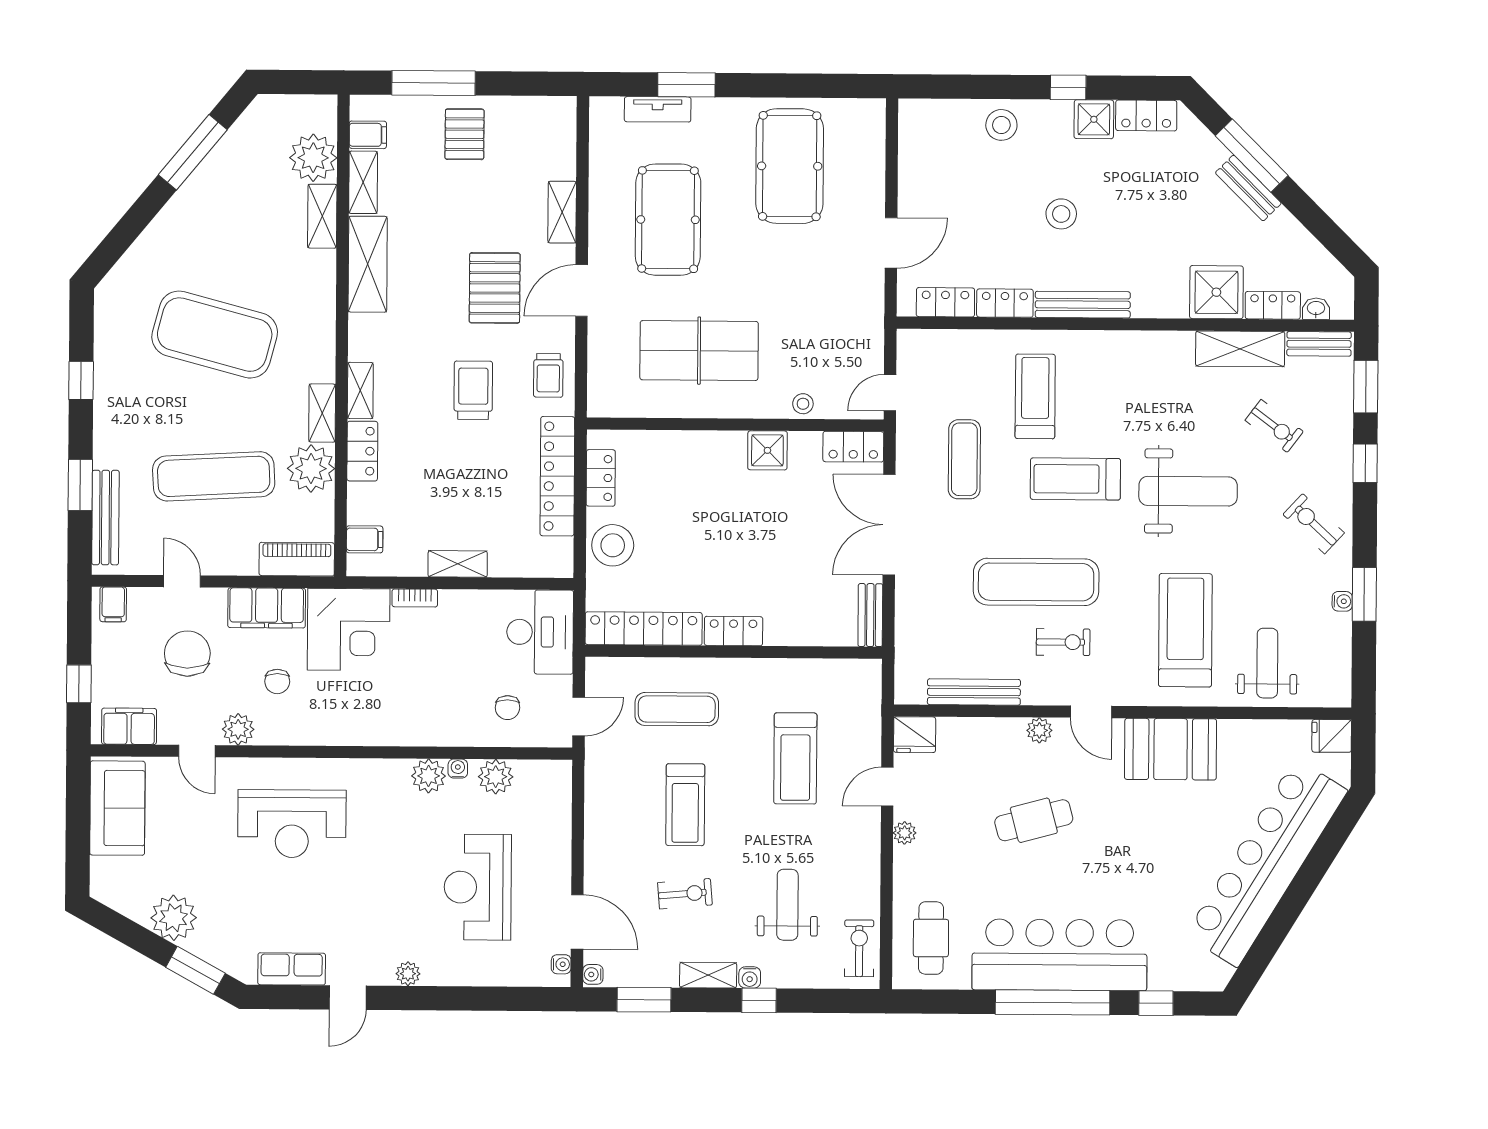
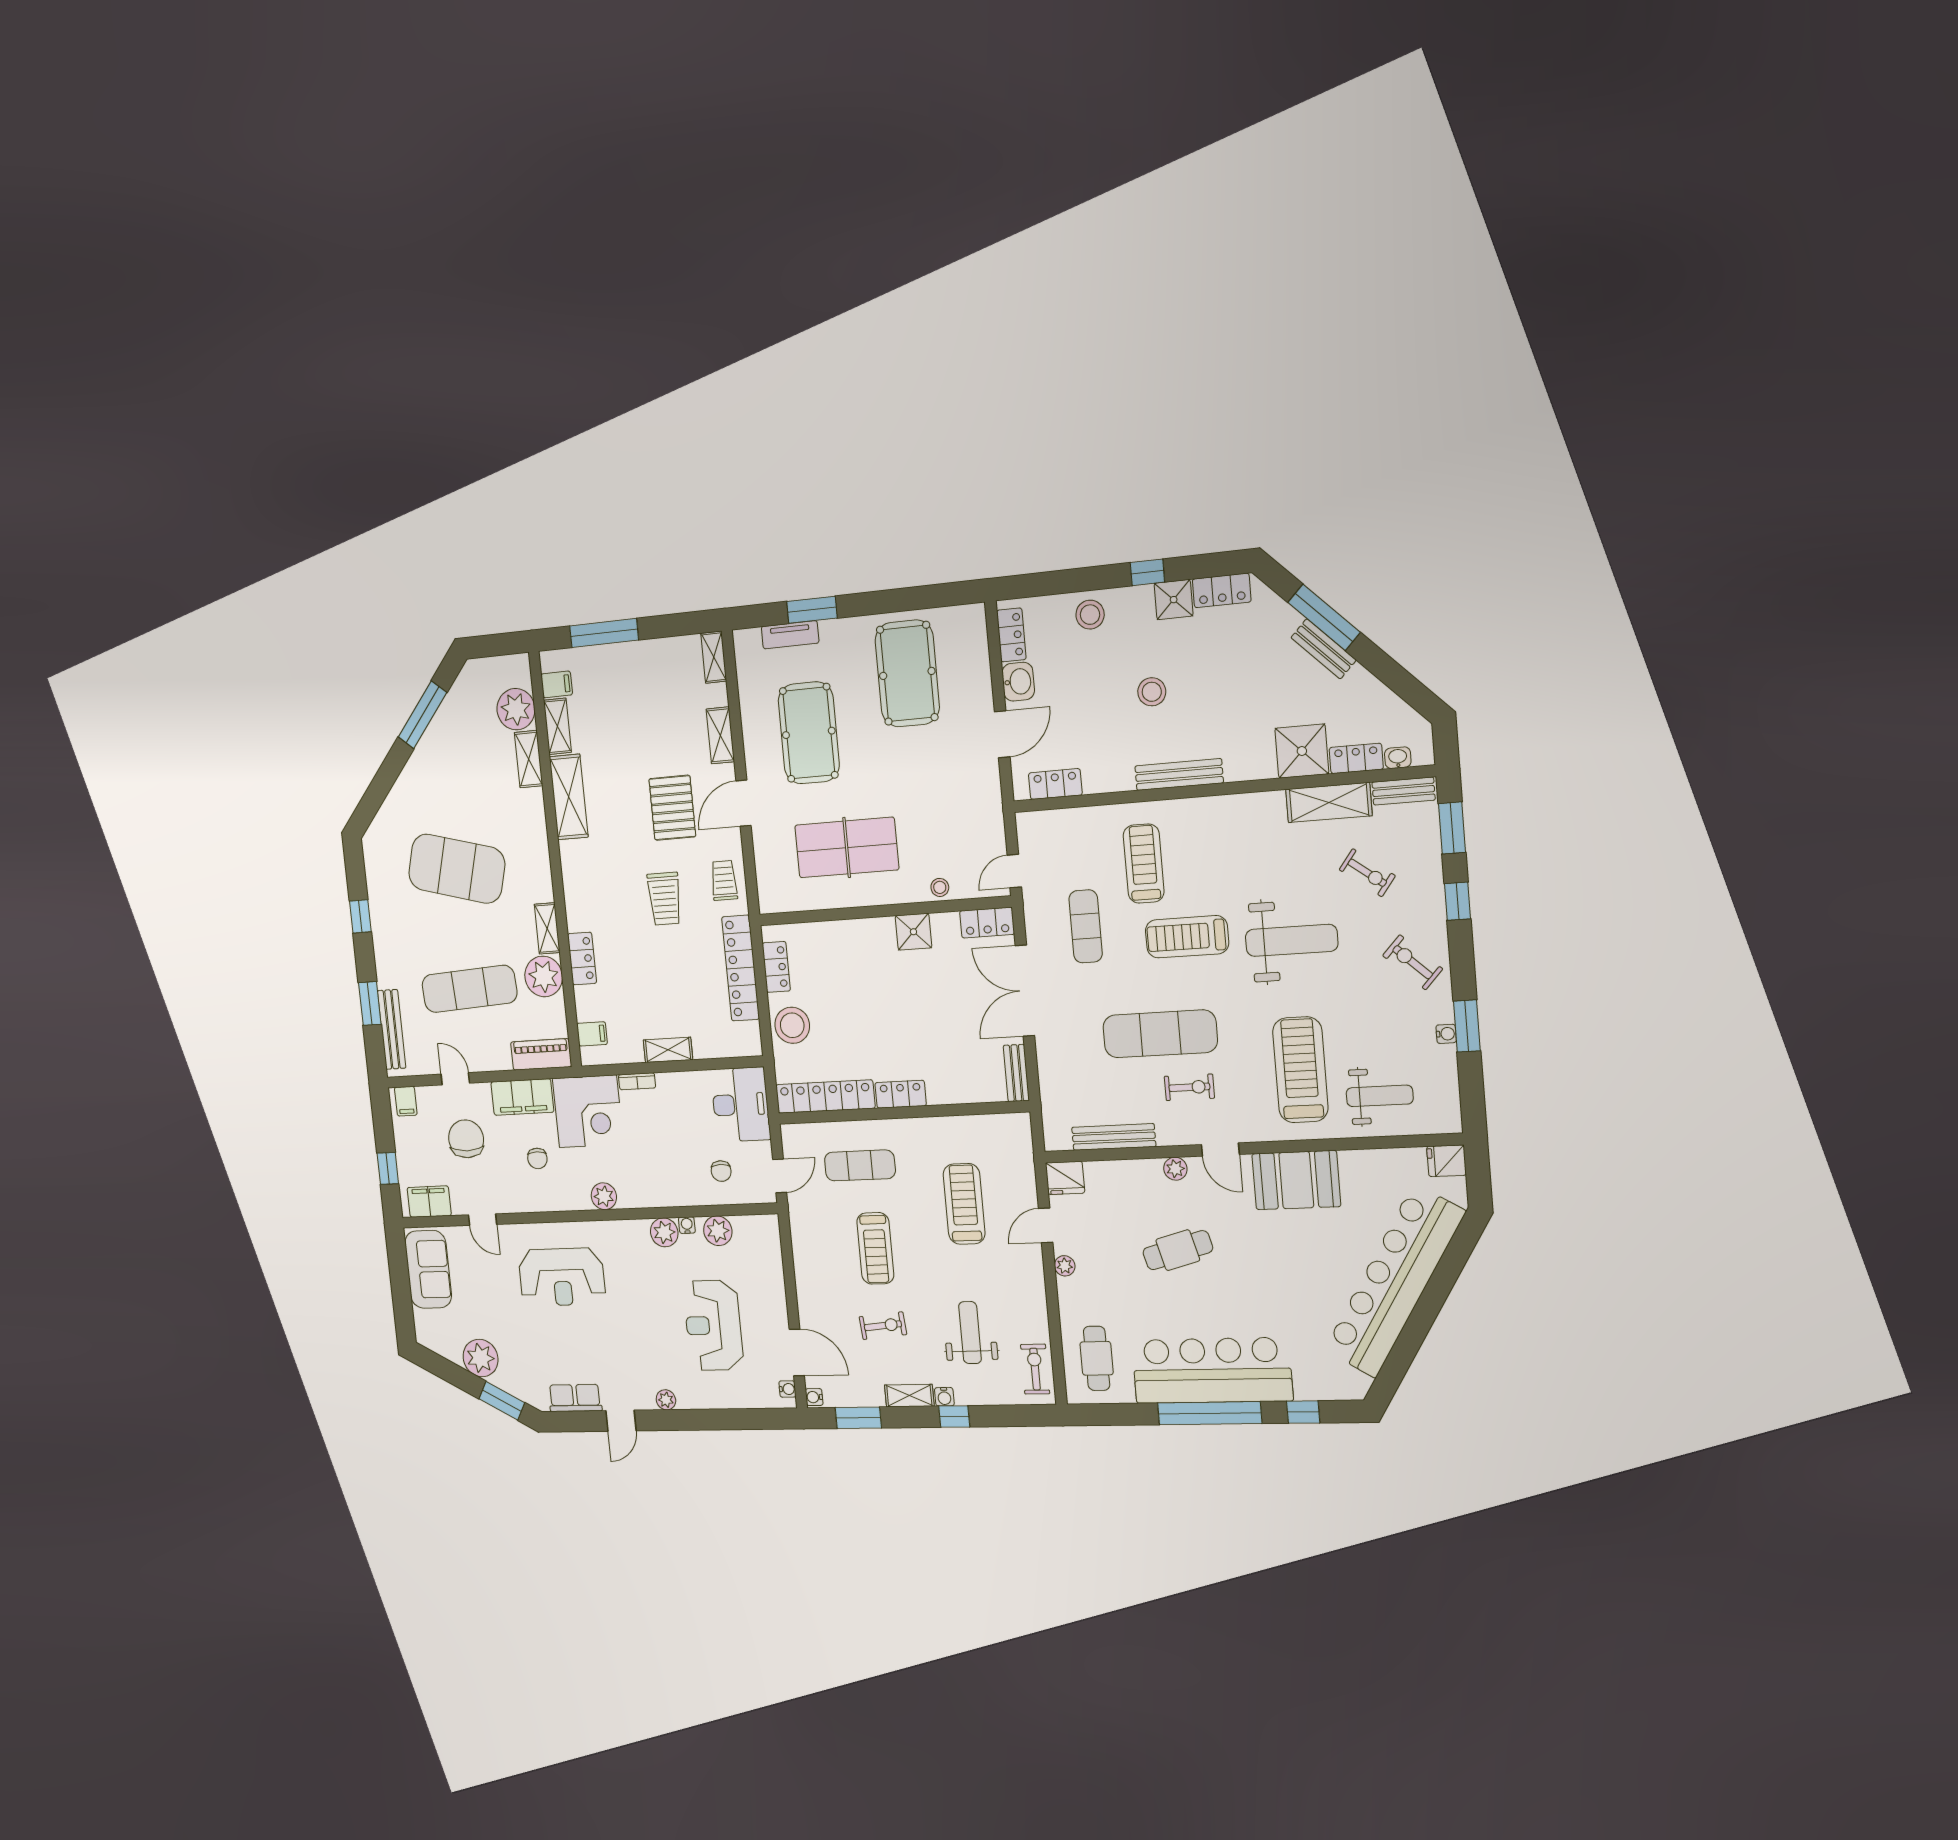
pallet: (465, 134) -> (634, 675), removed
washbasin: (915, 188) -> (1018, 682), added
locker: (1005, 303) -> (1011, 635), moved, turned 90
trolley: (548, 375) -> (724, 880), turned 180
shelving: (360, 390) -> (714, 657), moved
trolley: (473, 390) -> (665, 899), turned 180
weight bench: (1267, 663) -> (1380, 1096), turned 90
plant: (238, 729) -> (604, 1196), moved
treadmill: (795, 758) -> (964, 1204), turned 180

